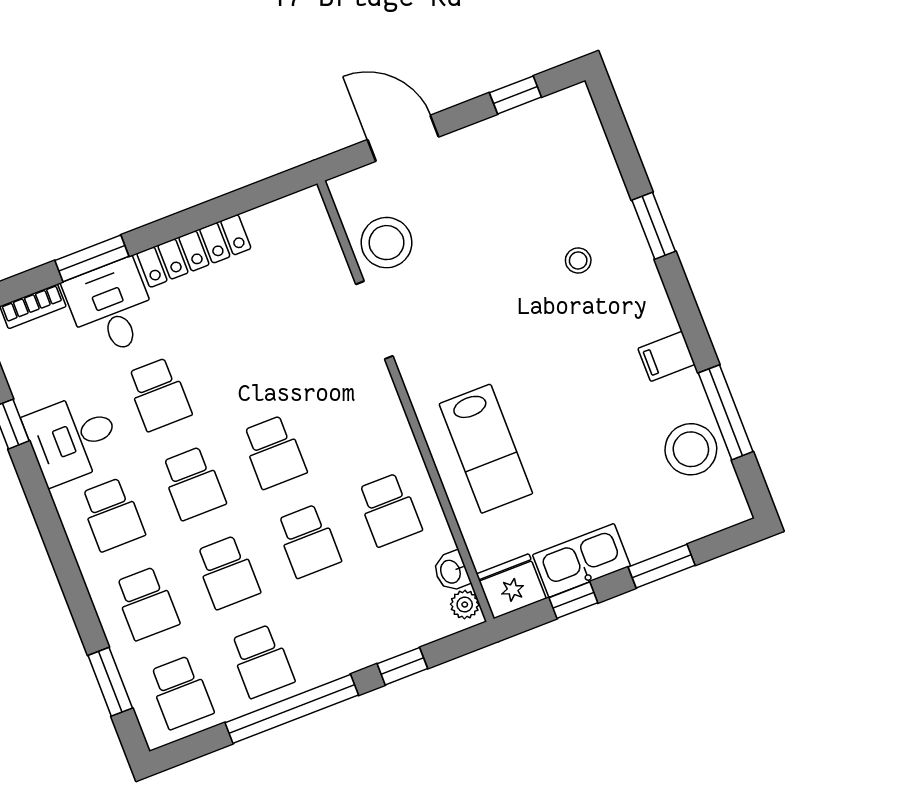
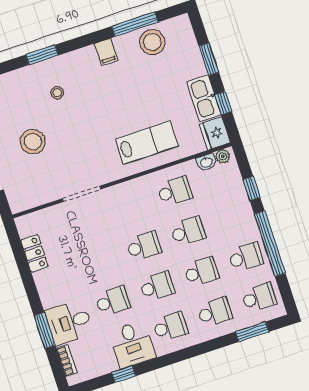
stool: (386, 243) -> (33, 142), moved
locker: (194, 251) -> (34, 253), moved, width x0.66

